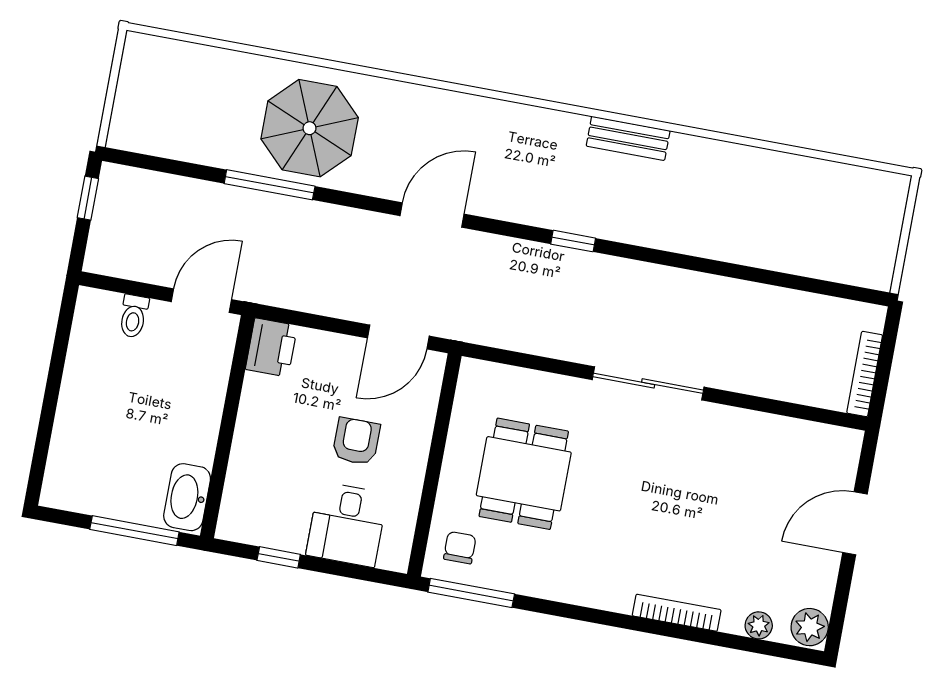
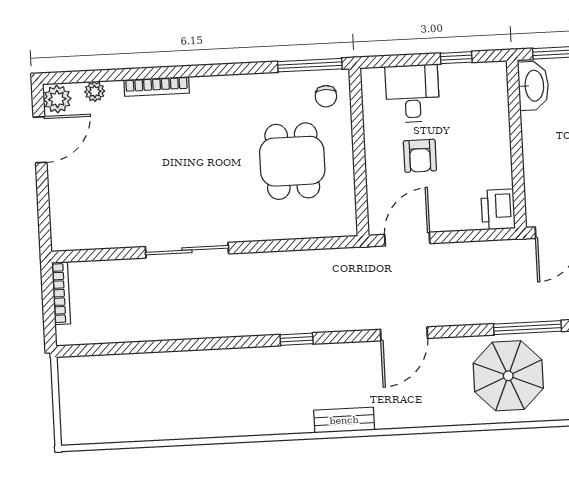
bench: (628, 138) -> (344, 420), moved
sliding door: (648, 383) -> (187, 250), moved
door: (855, 523) -> (40, 140), moved

